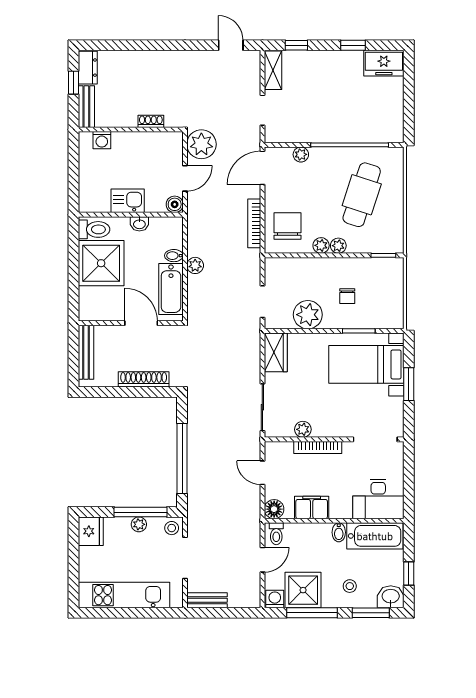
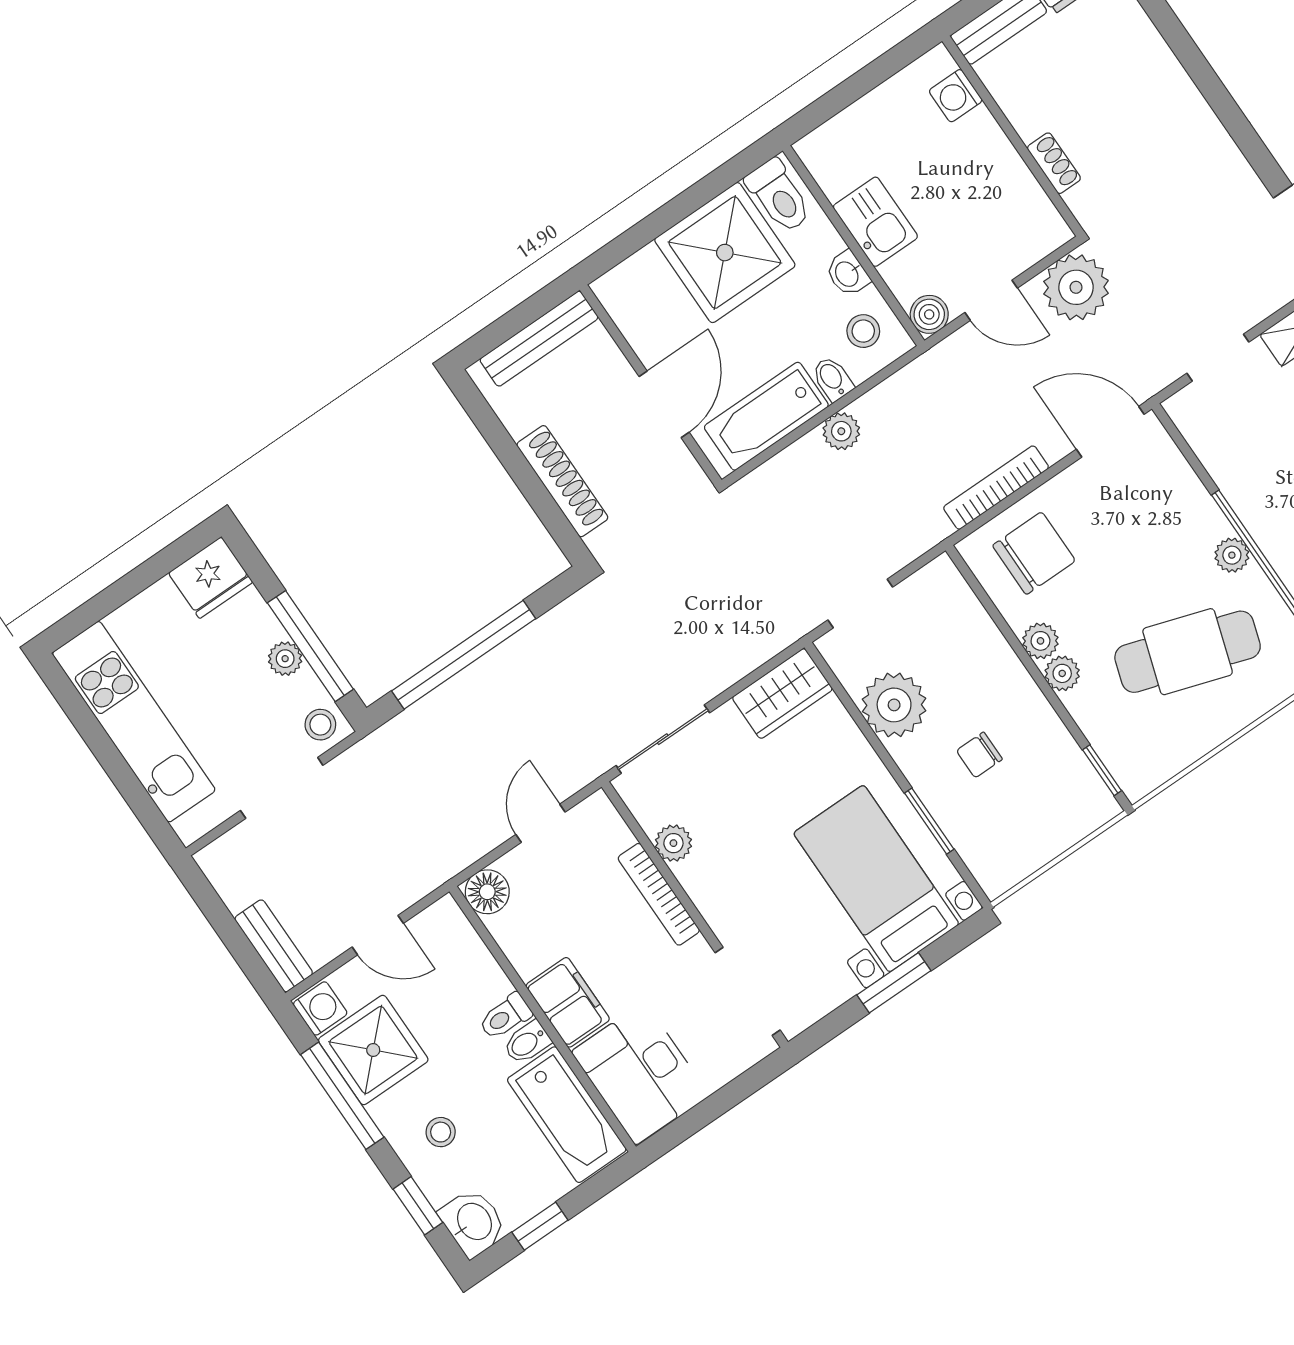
plant: (301, 154) -> (1232, 555), moved
stool: (164, 232) -> (863, 331), added
filing cabinet: (312, 507) -> (568, 1002), moved
toilet: (276, 534) -> (505, 1017), moved
bench: (207, 600) -> (274, 946), moved
window: (371, 613) -> (418, 1206), width x0.67

